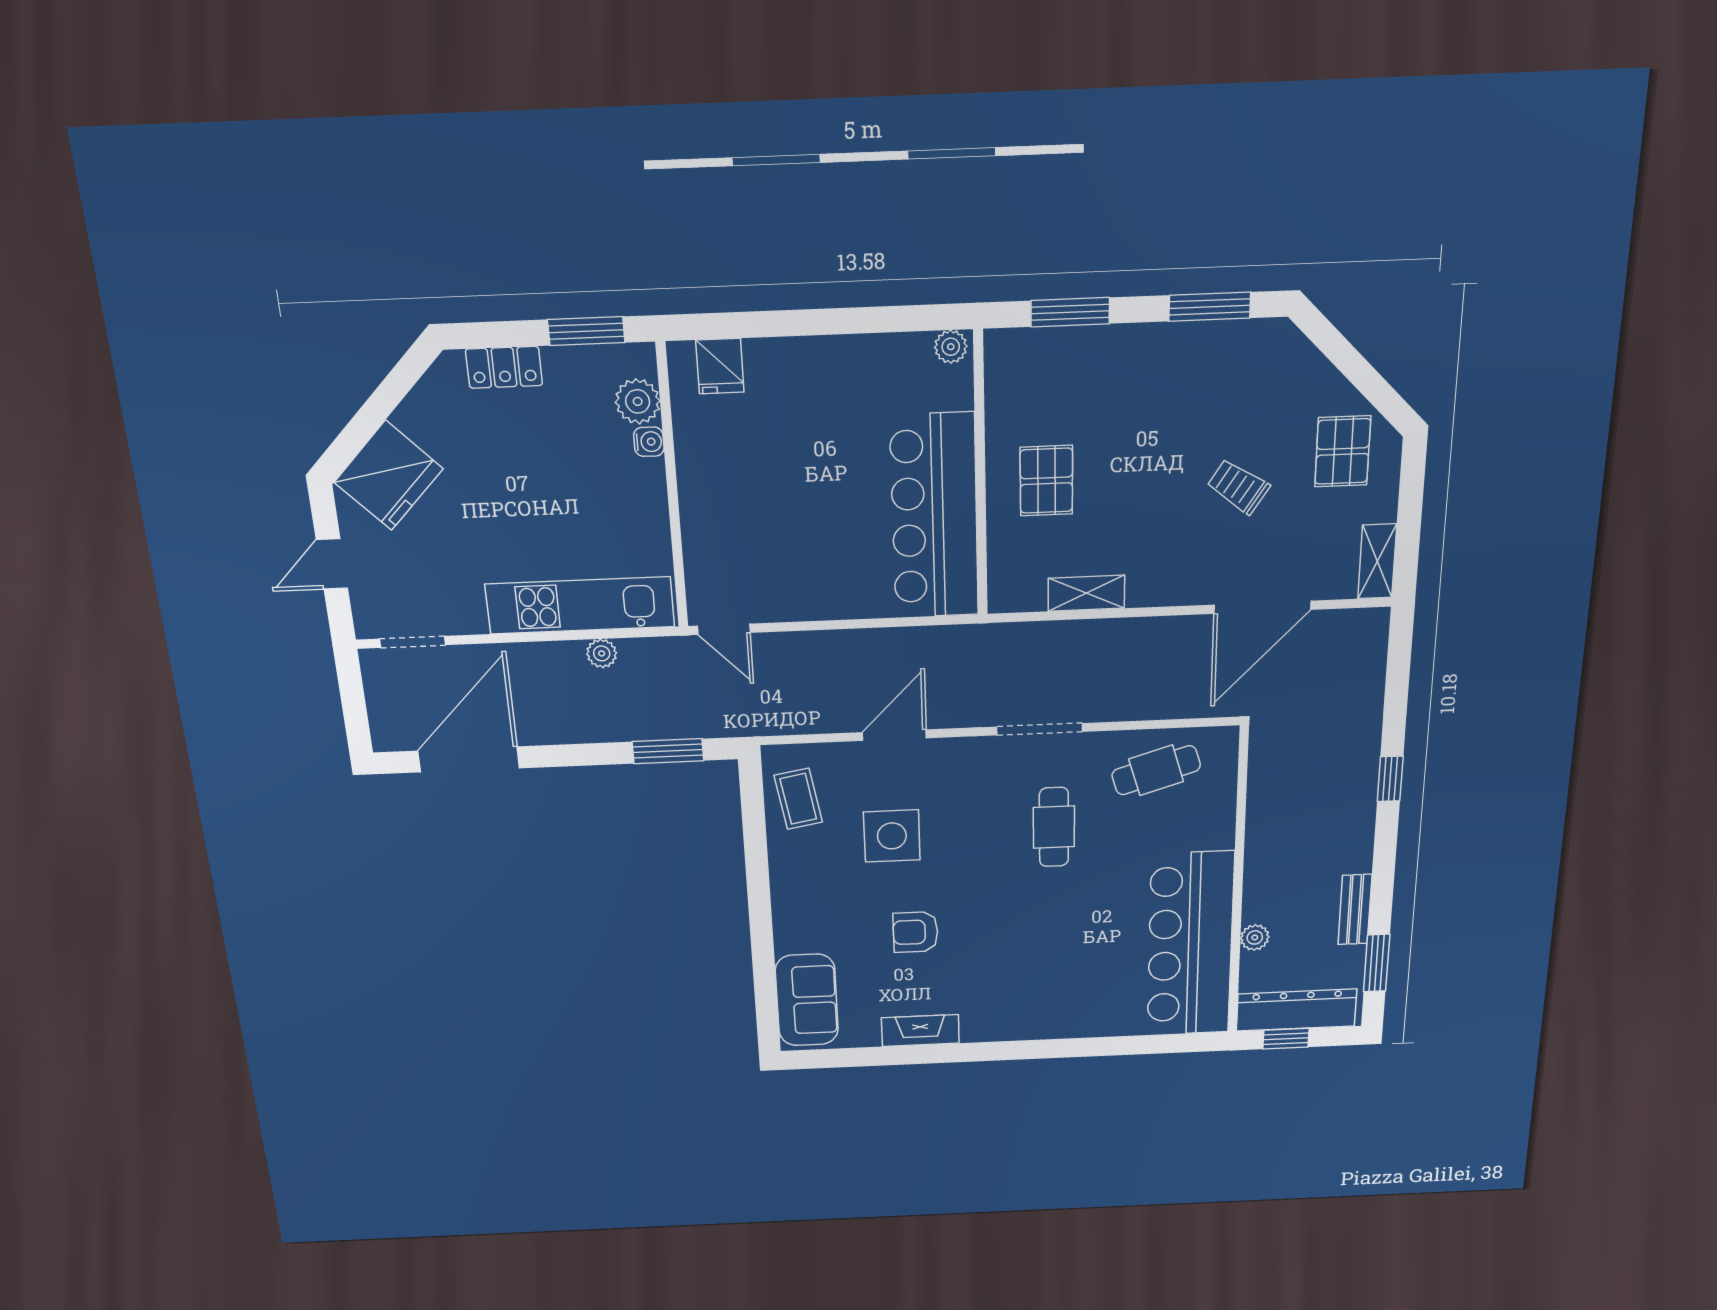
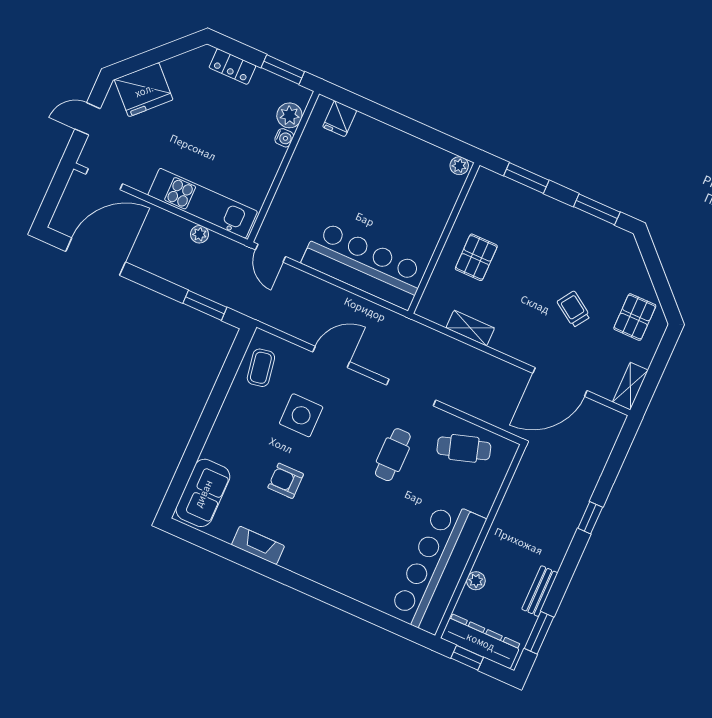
bar counter: (934, 517) -> (364, 265), moved, turned 90

